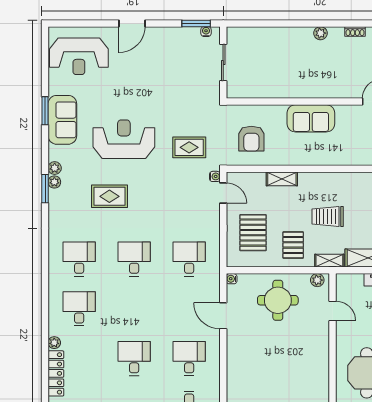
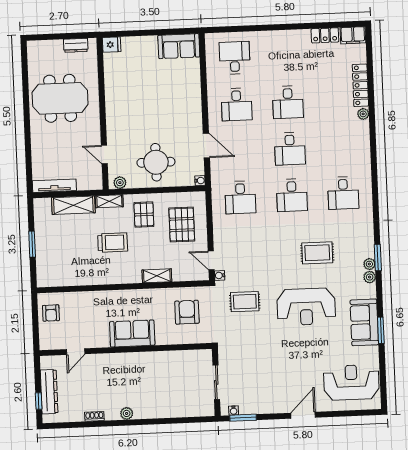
desk: (79, 309) -> (290, 149), moved

